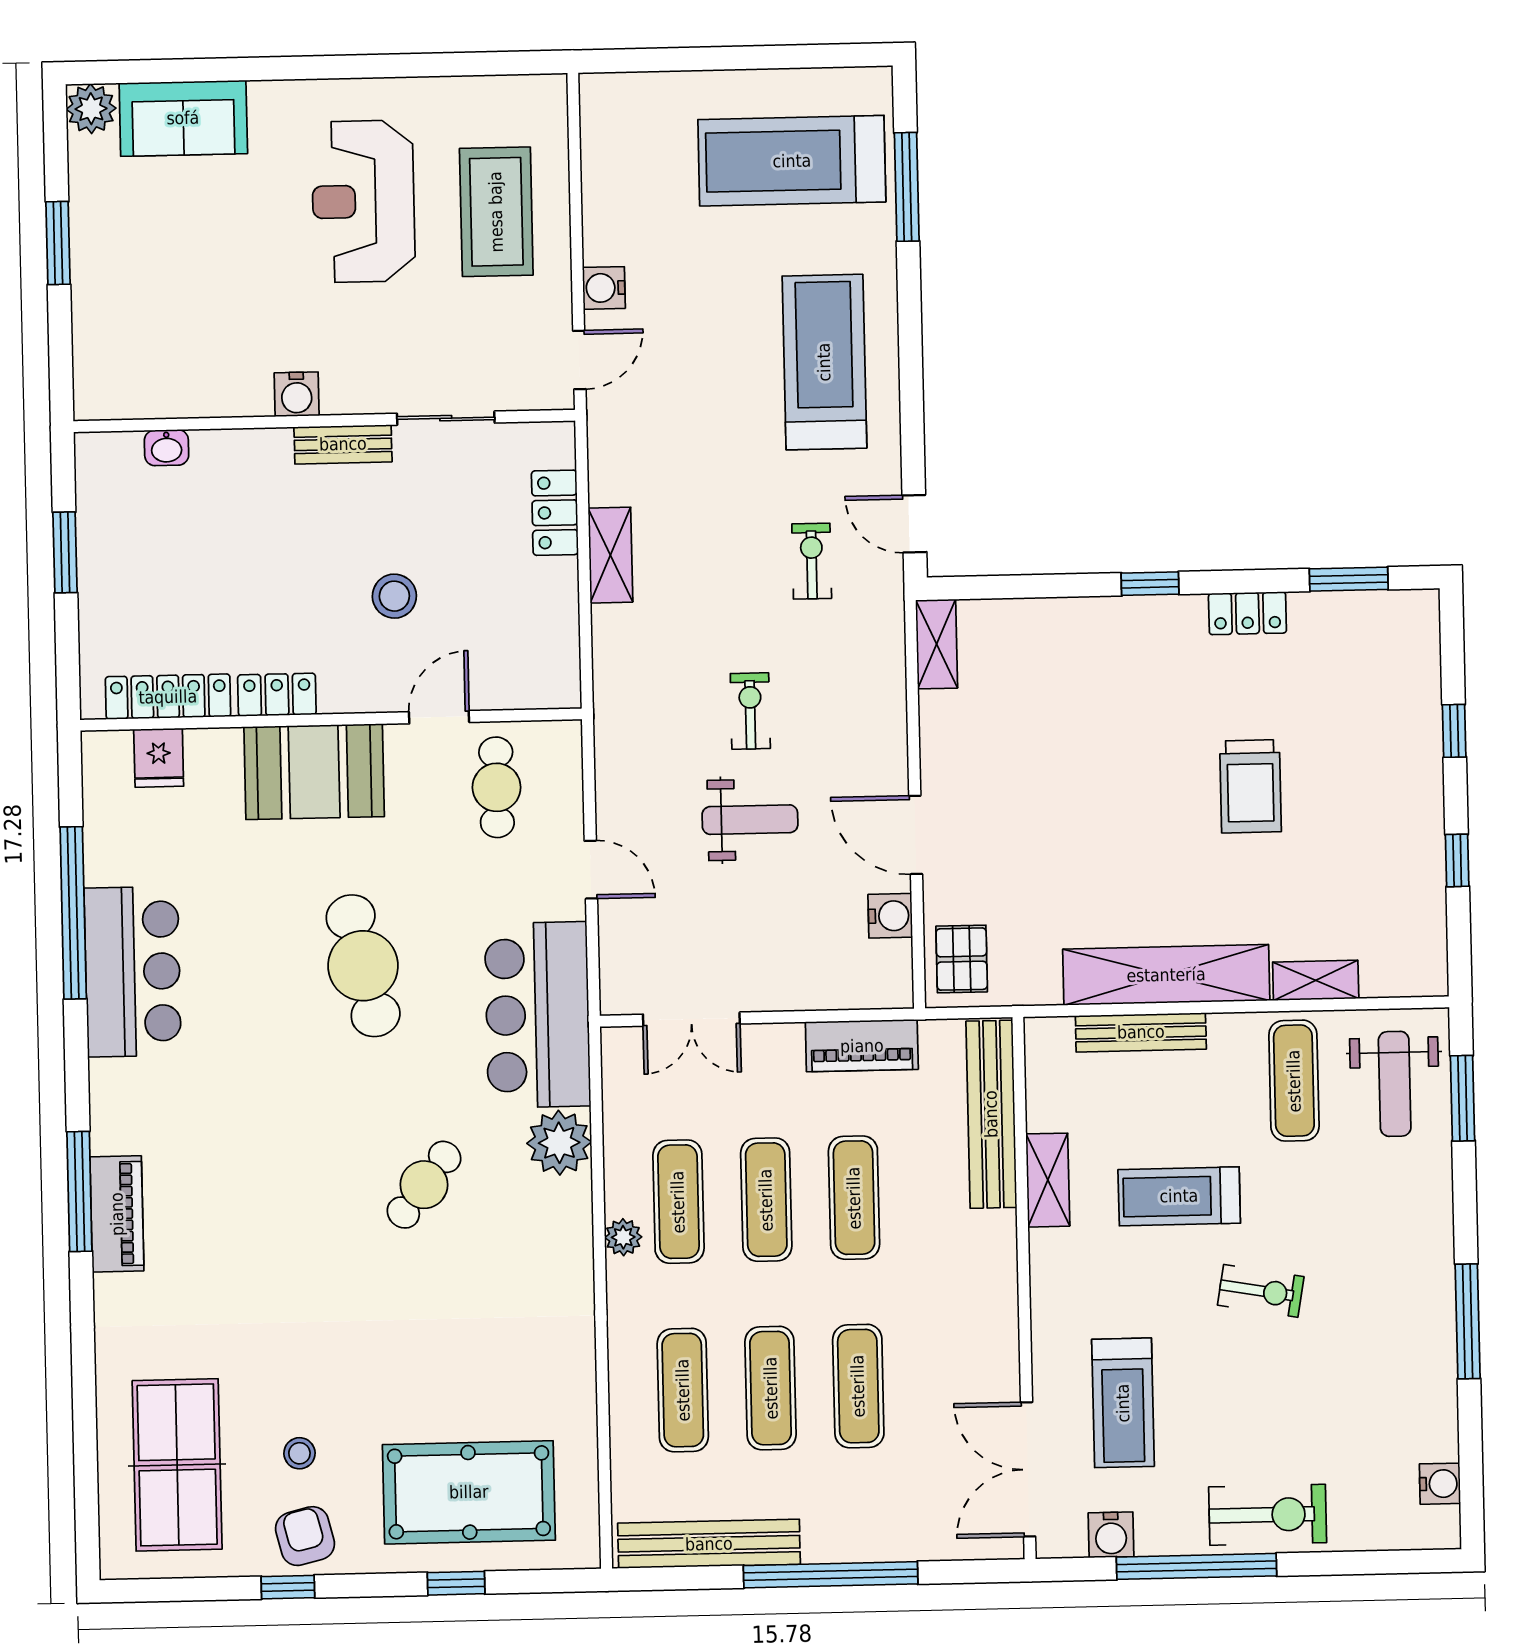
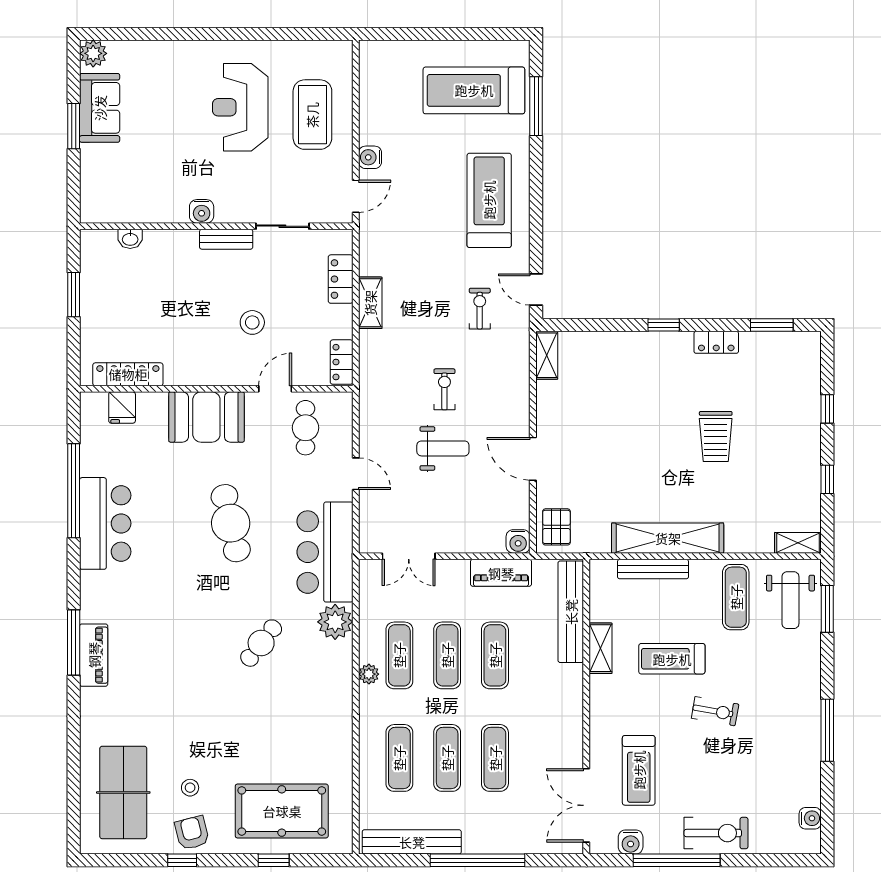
sofa: (183, 118) -> (100, 108), moved, turned -90
locker: (277, 695) -> (342, 362), moved, turned -90
water cooler: (890, 916) -> (518, 541), moved, turned 90
shelving: (1316, 980) -> (798, 543), moved

